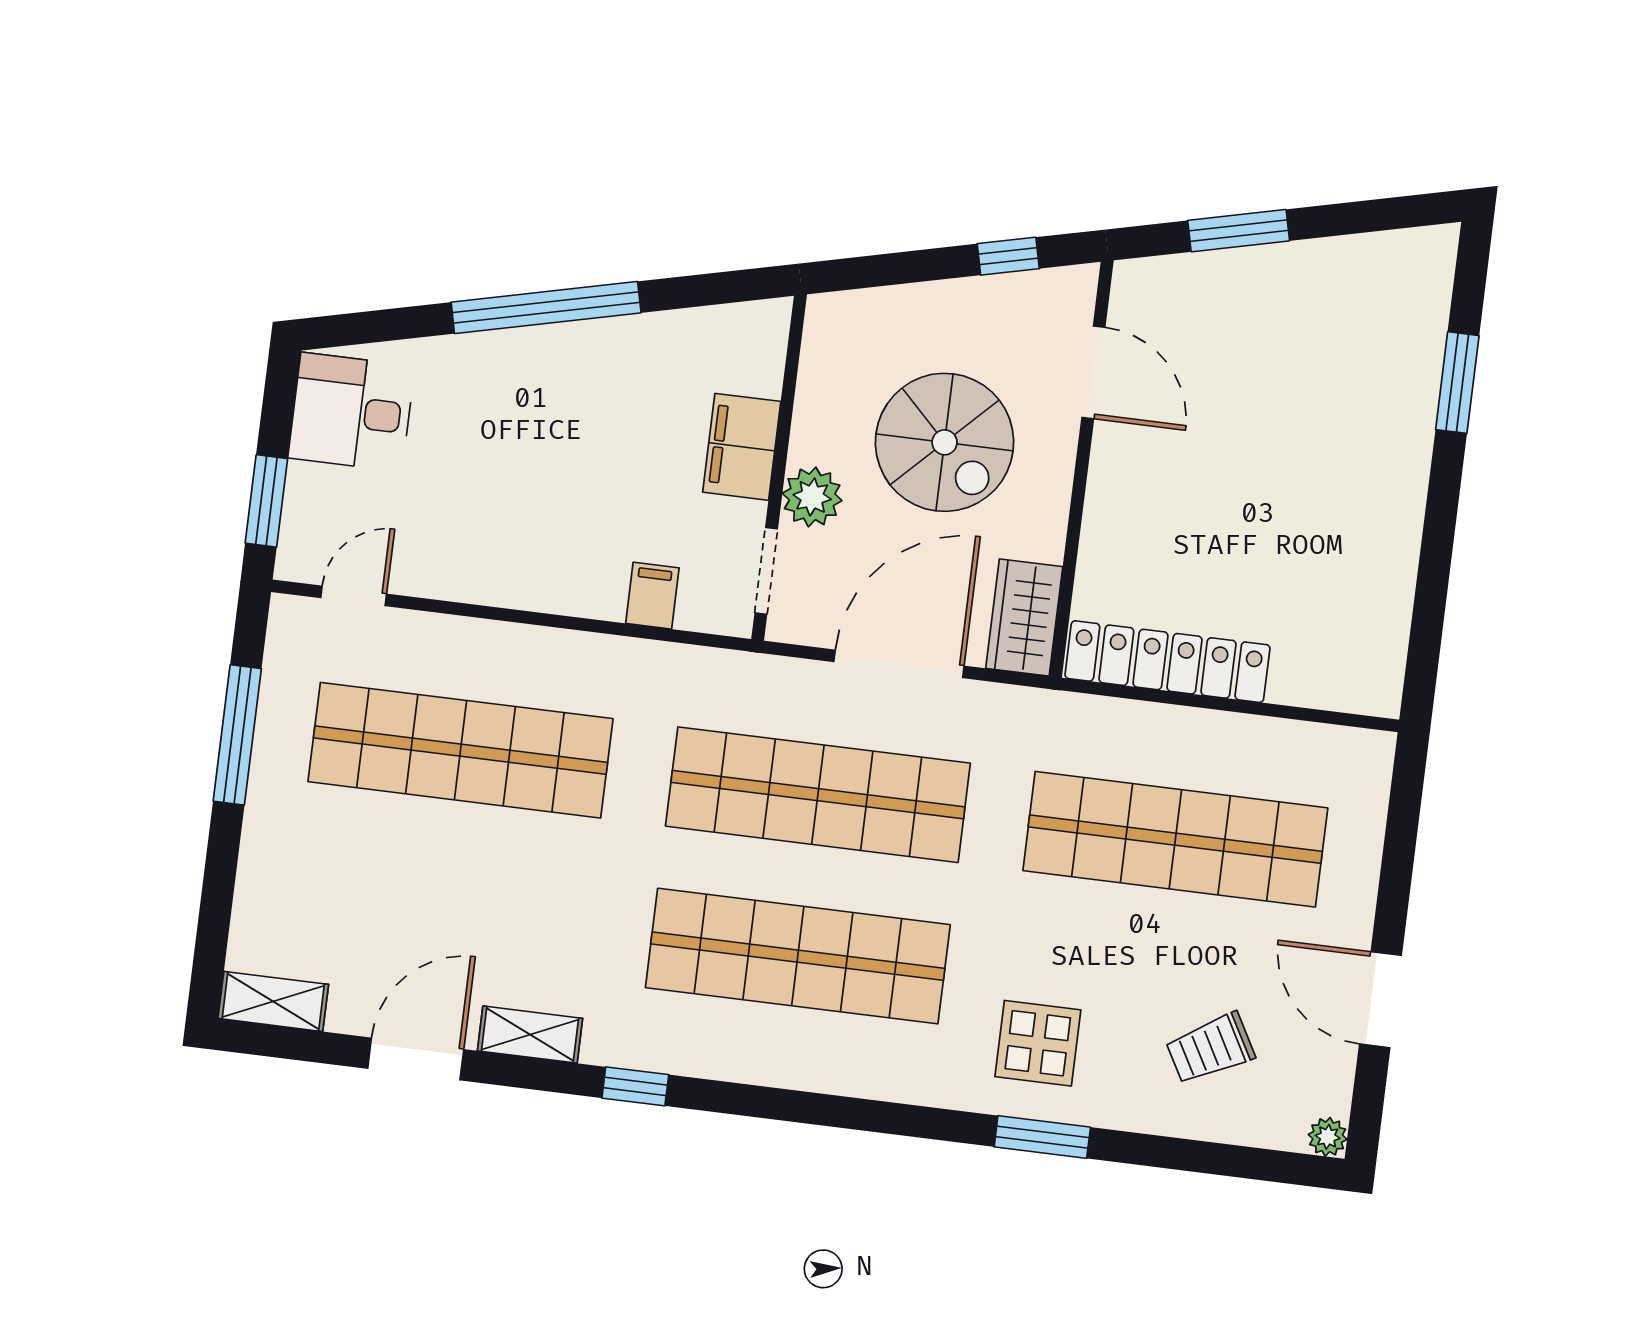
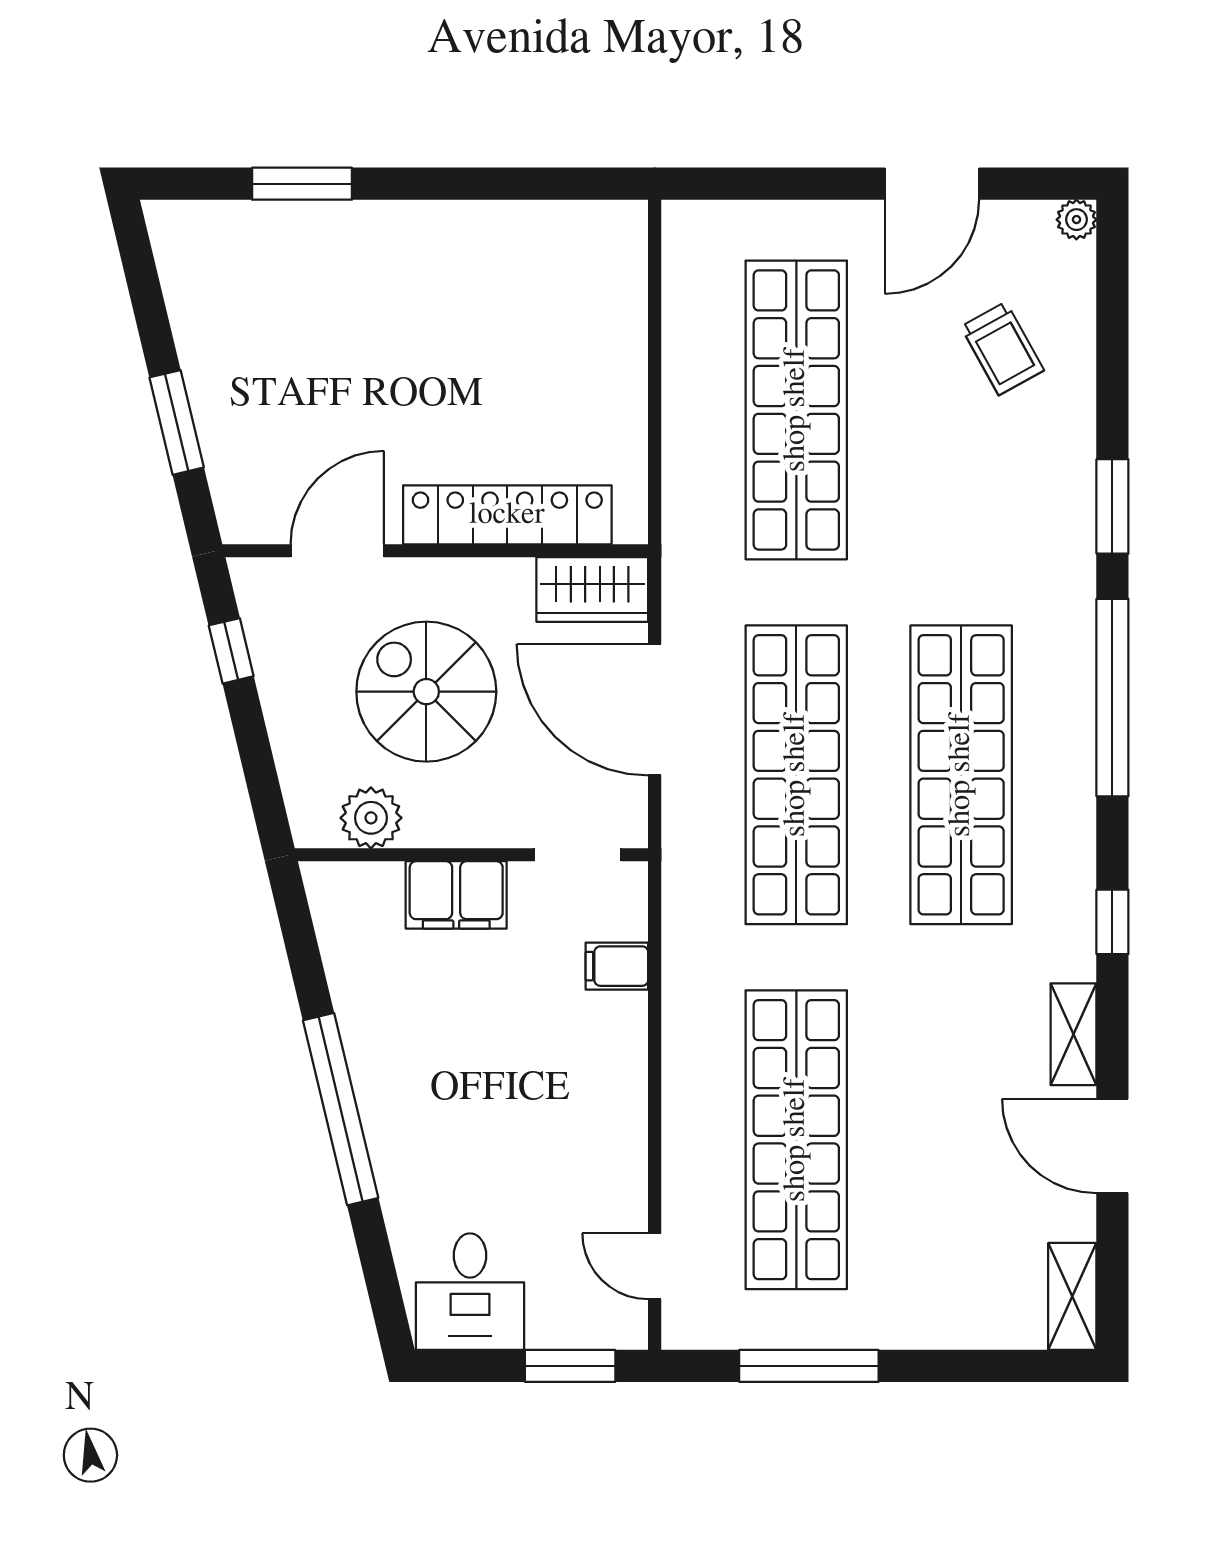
spiral stairs: (945, 442) -> (426, 692), turned -90
plant: (812, 497) -> (371, 818), moved
locker: (1167, 662) -> (507, 515), moved, turned 90
display table: (1038, 1043) -> (1019, 523), removed
window: (855, 1114) -> (1112, 698), added

